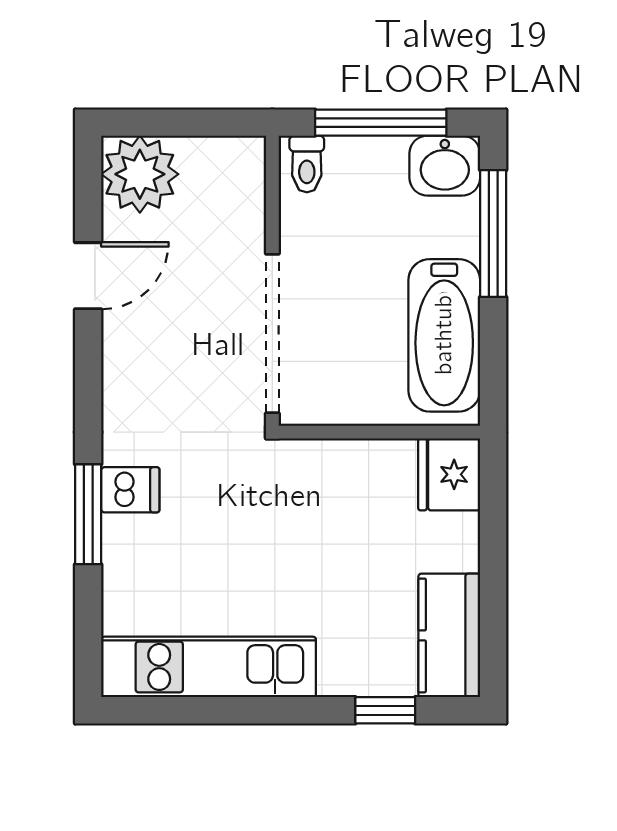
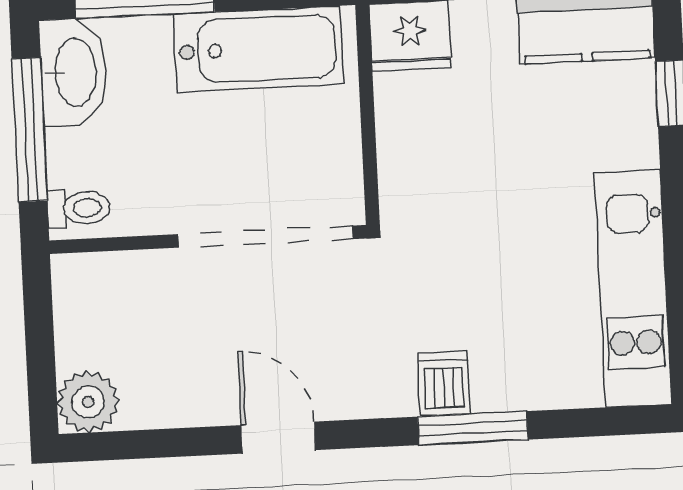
washbasin: (445, 166) -> (74, 72), width x1.38
plant: (140, 174) -> (88, 402), width x0.73, depth x0.73
door: (88, 276) -> (278, 438), moved

